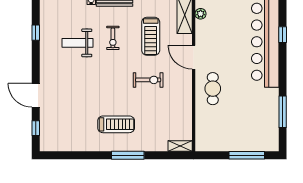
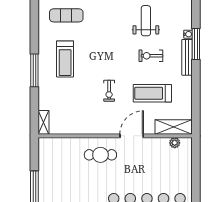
exercise bike: (148, 80) -> (109, 91), width x0.73, depth x0.72
exercise mat: (72, 123) -> (66, 15), added

